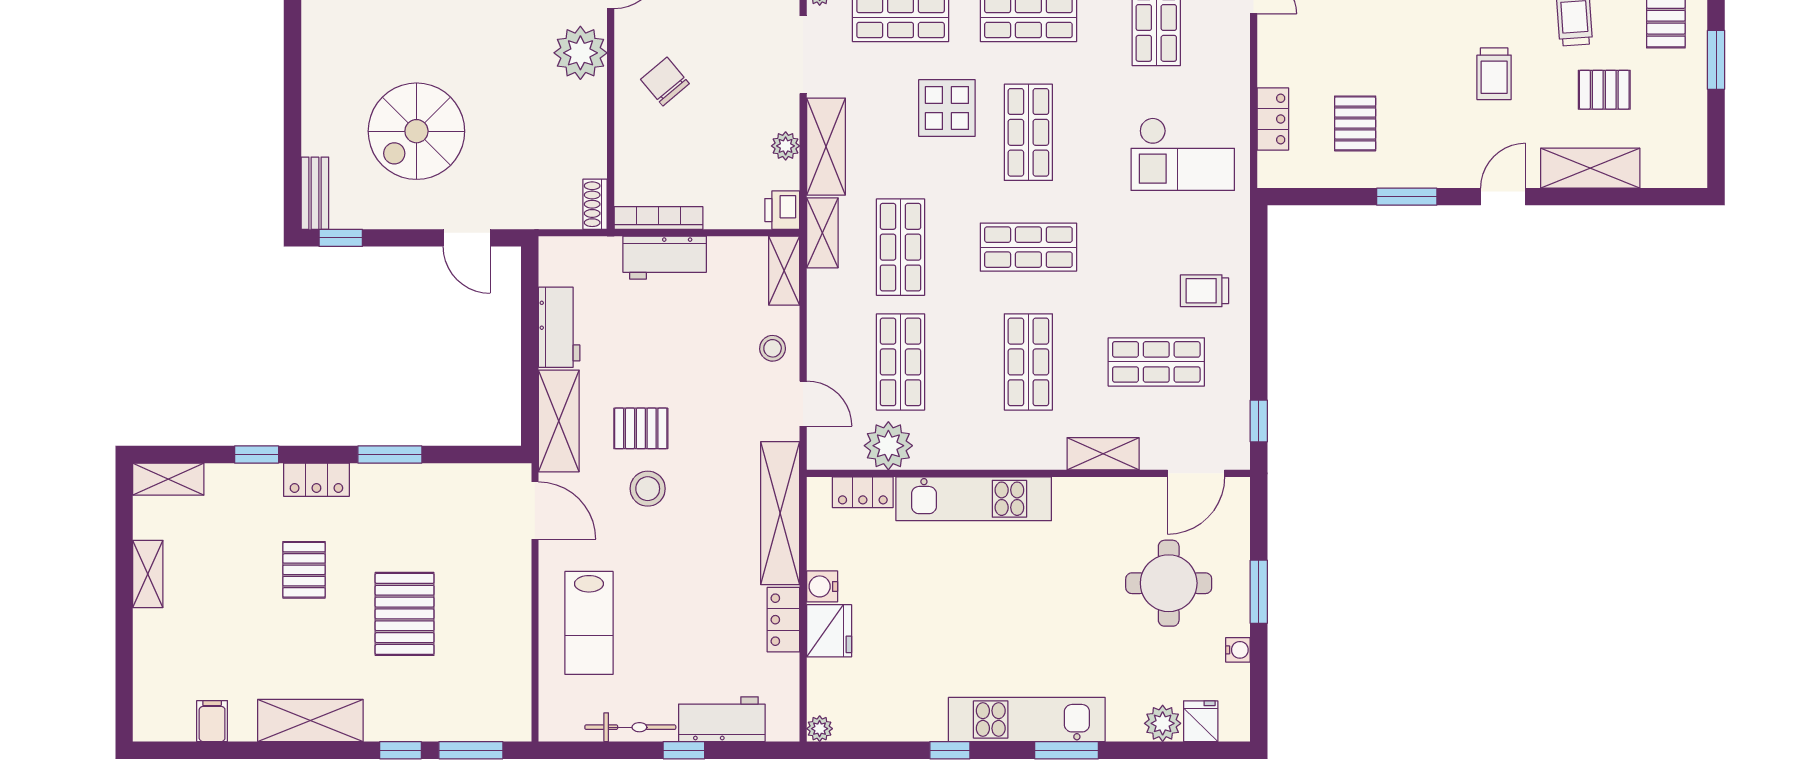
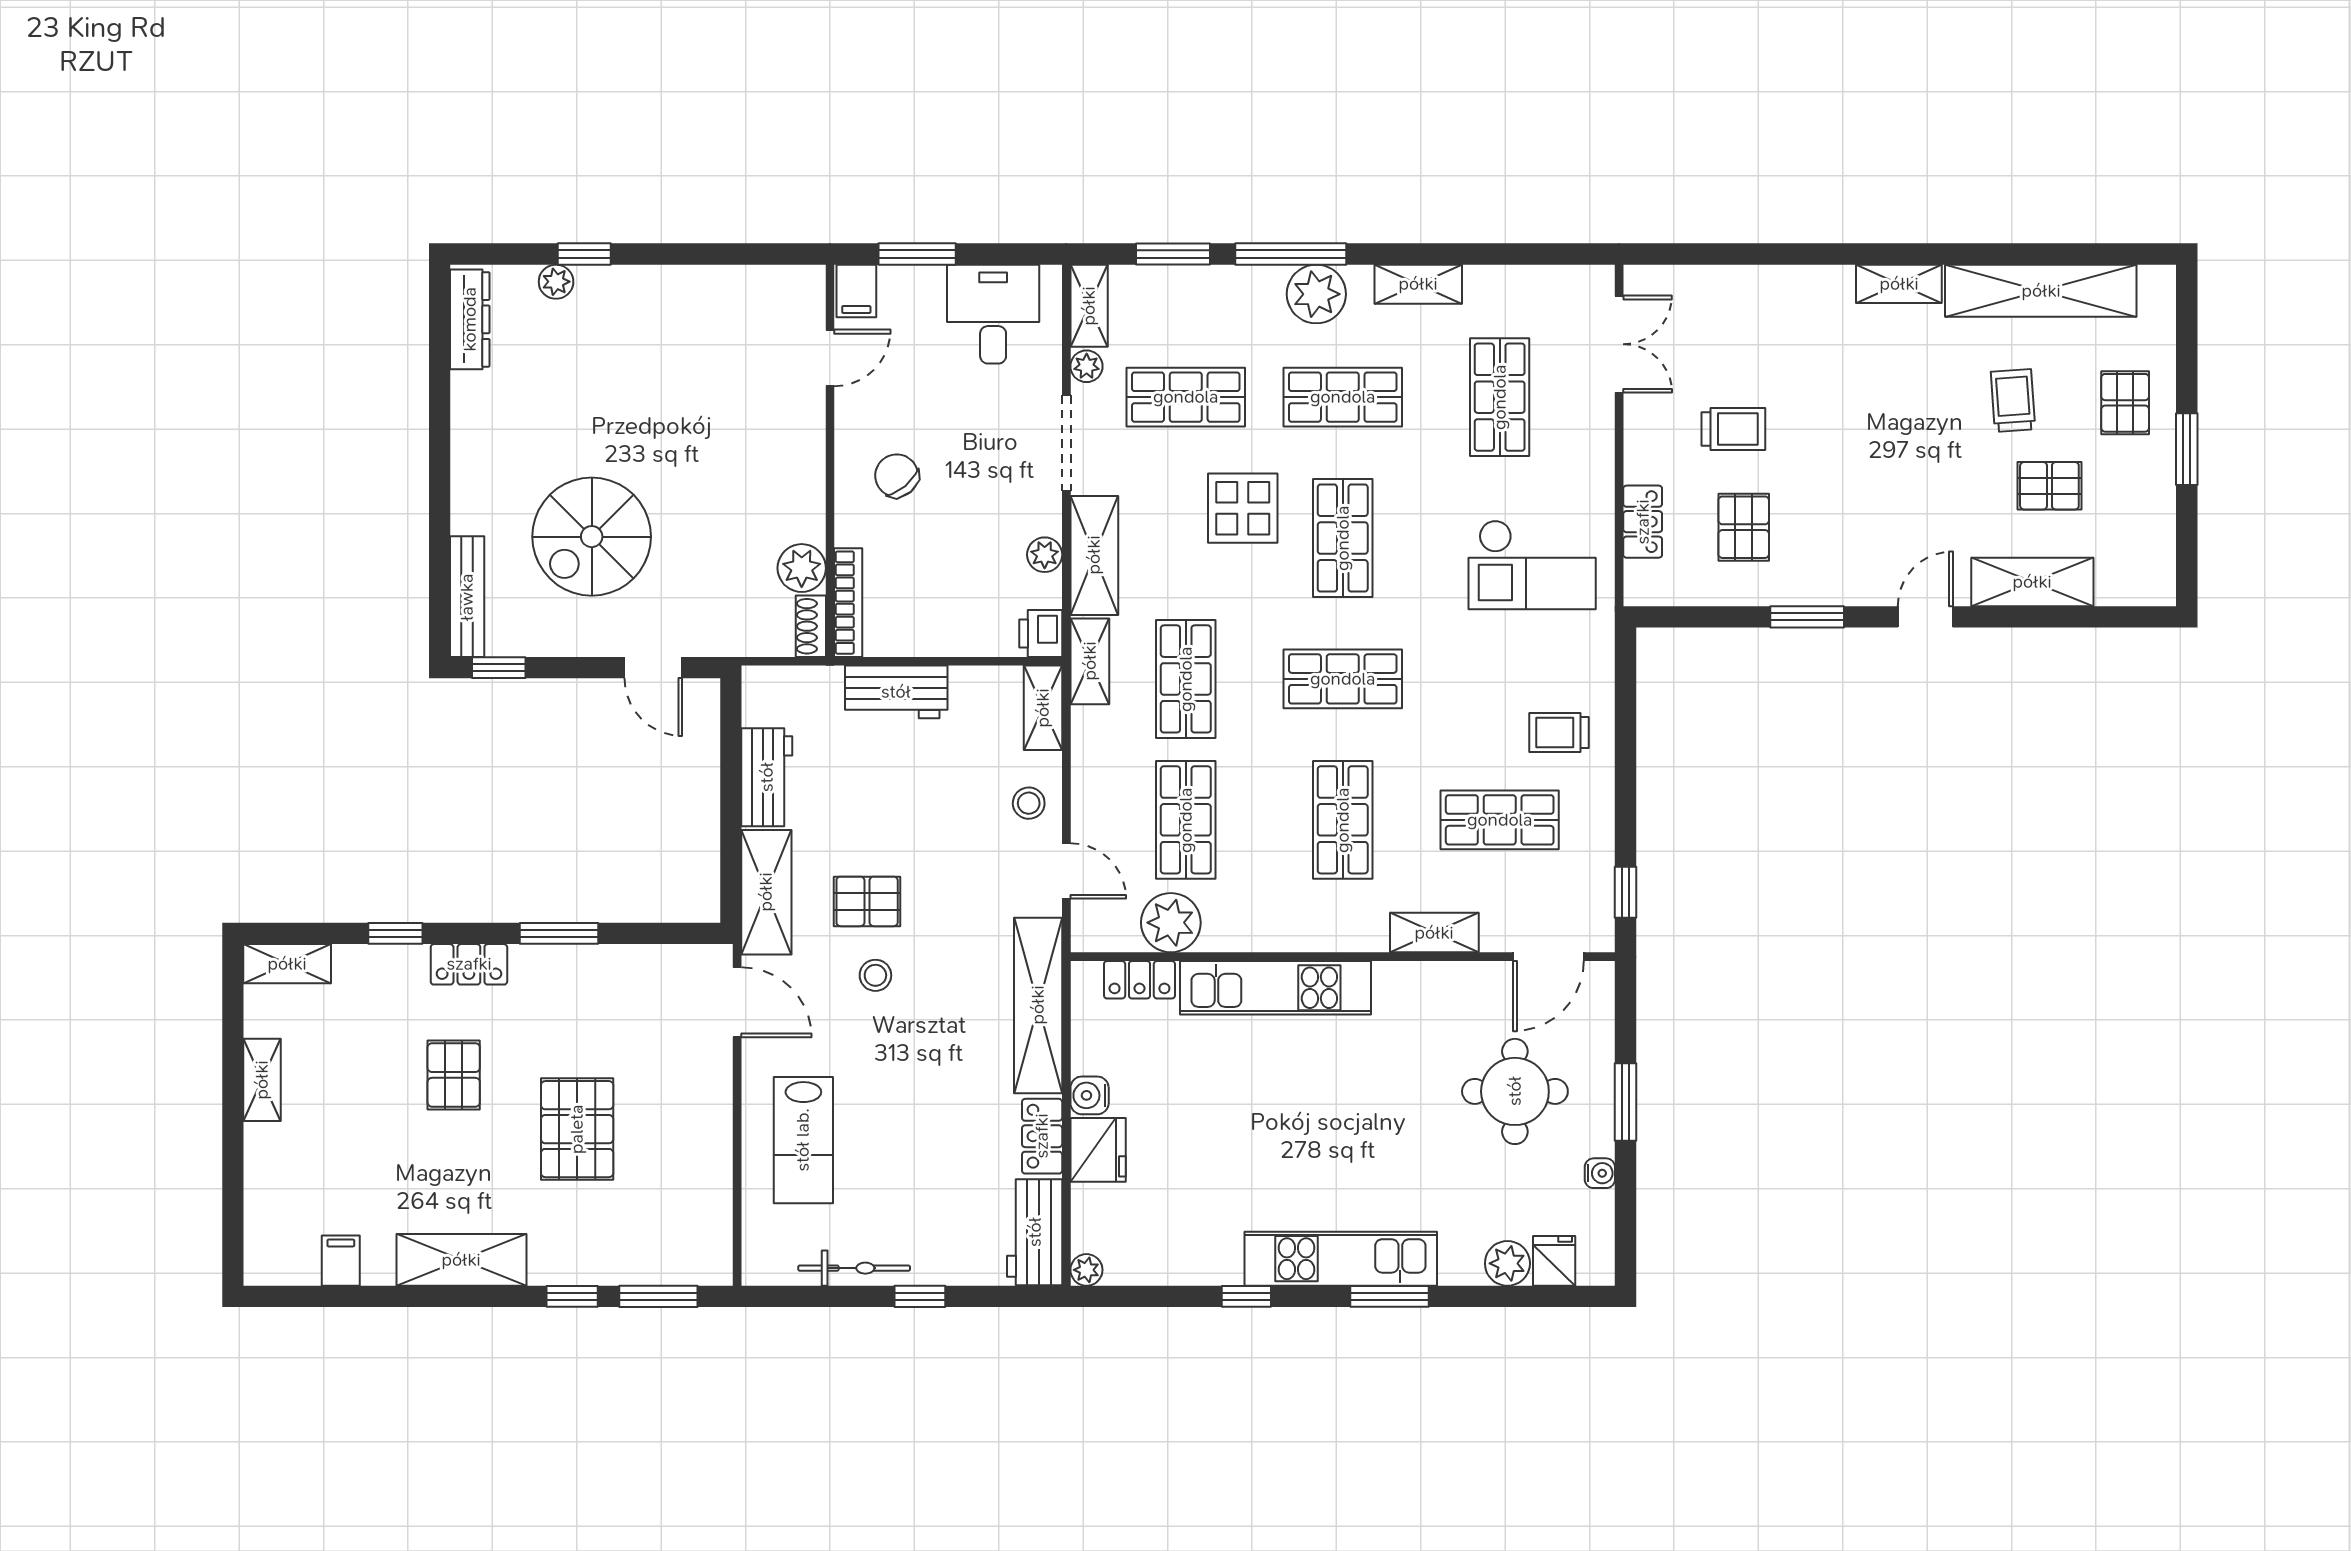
plant: (580, 53) -> (802, 568), moved, width x0.73, depth x0.73
trolley: (1494, 74) -> (1733, 429), moved, turned -90
bench: (315, 193) -> (467, 597), width x1.36
bookcase: (658, 218) -> (848, 603), moved, turned 90
stool: (648, 489) -> (875, 975), width x0.73, depth x0.73
workbench: (722, 719) -> (1035, 1232), moved, turned -90

